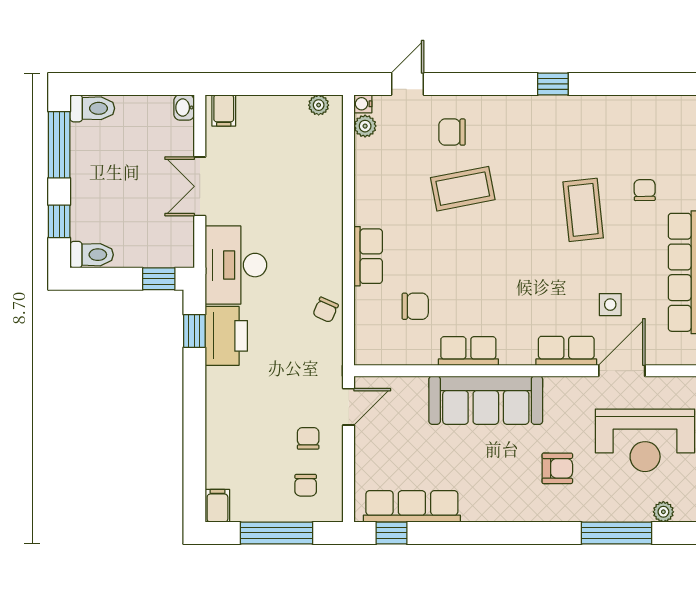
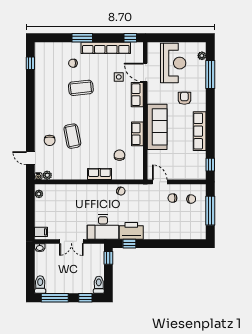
window: (553, 84) -> (30, 63), moved
filing cabinet: (217, 506) -> (199, 234), removed
row of seats: (412, 506) -> (200, 131), moved

